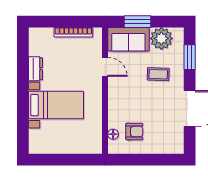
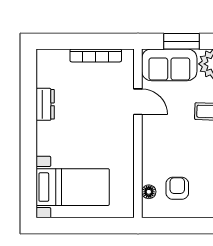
bed with nightstands: (56, 105) -> (73, 187), moved
armchair: (134, 132) -> (177, 188), turned -90

